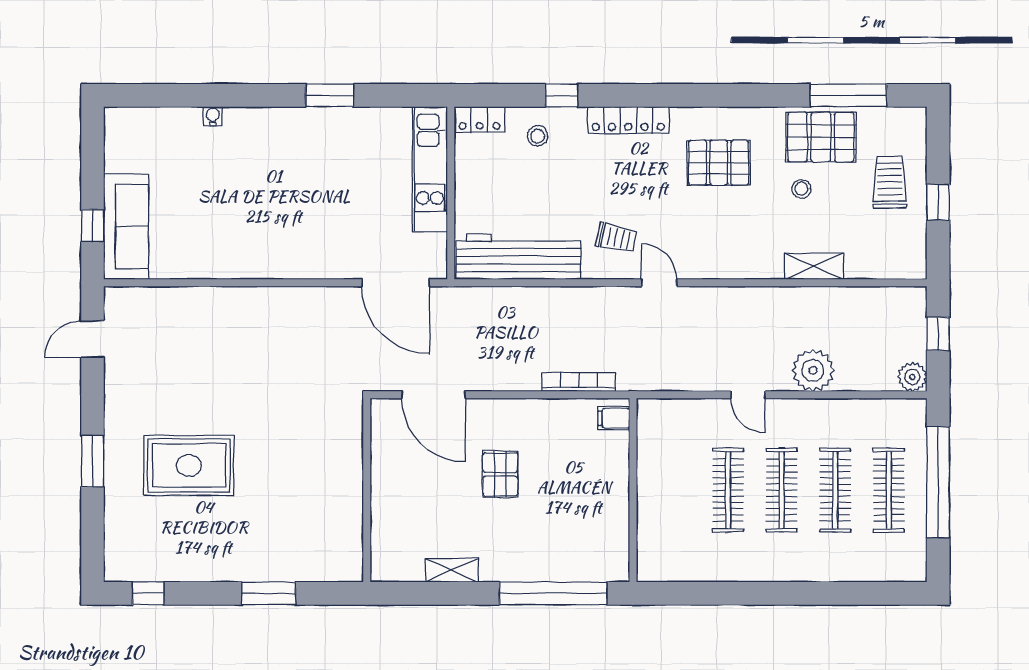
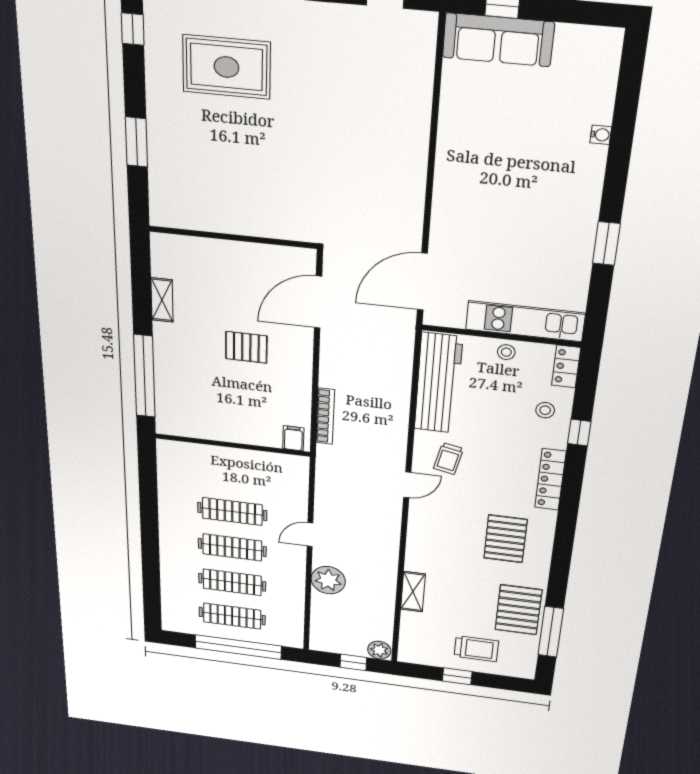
stool: (801, 189) -> (506, 352), moved
plant: (912, 377) -> (379, 650), moved
rug: (189, 465) -> (226, 67), moved, turned 90

